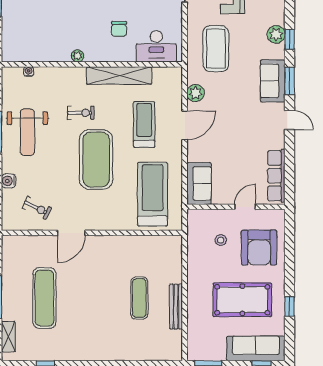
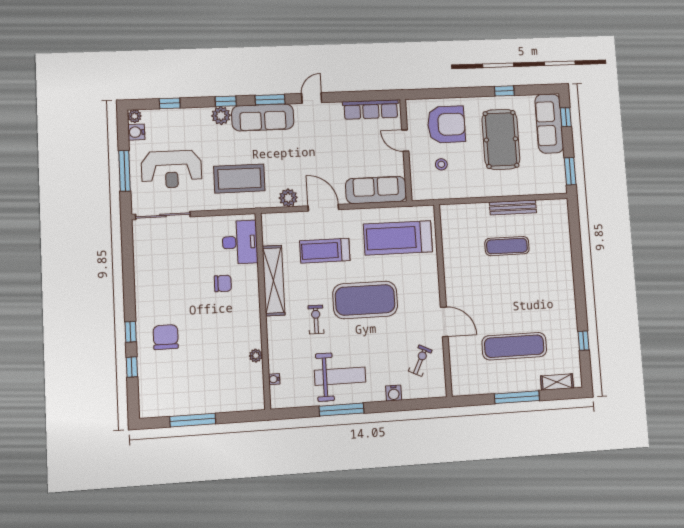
plant: (78, 56) -> (256, 356), moved
sofa: (273, 81) -> (263, 117), width x1.36
sofa: (199, 184) -> (376, 190), width x1.36

